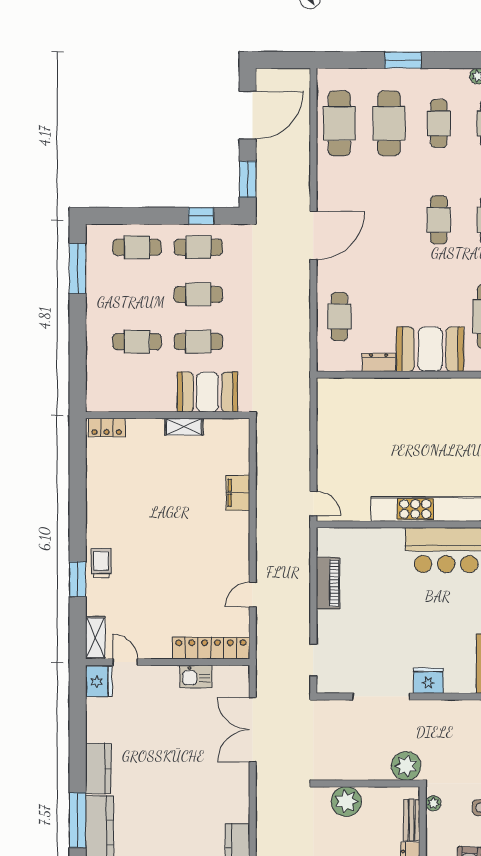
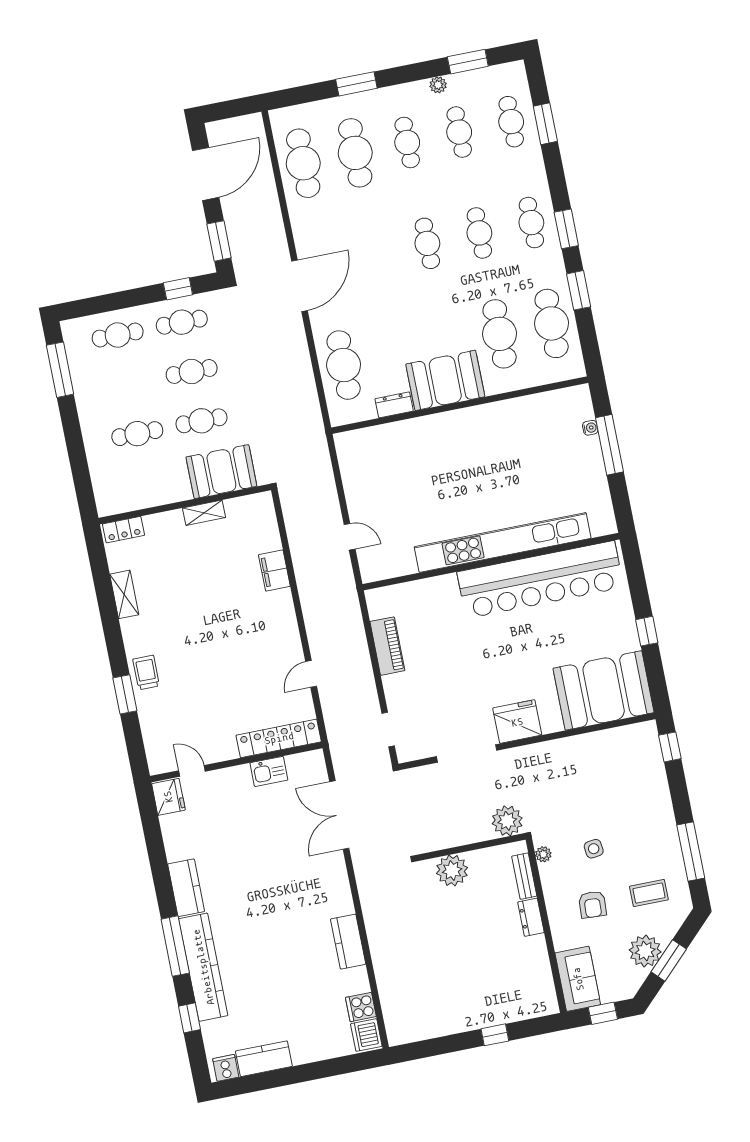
cafe table: (339, 316) -> (344, 365), width x1.37, depth x1.35
door: (313, 504) -> (350, 537), moved
shelving: (95, 638) -> (124, 594), moved
fridge: (428, 681) -> (517, 722), width x1.36, depth x1.34

